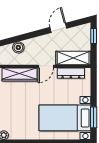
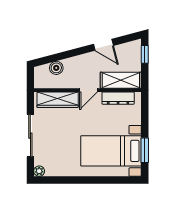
door: (58, 28) -> (103, 45), swing flipped

